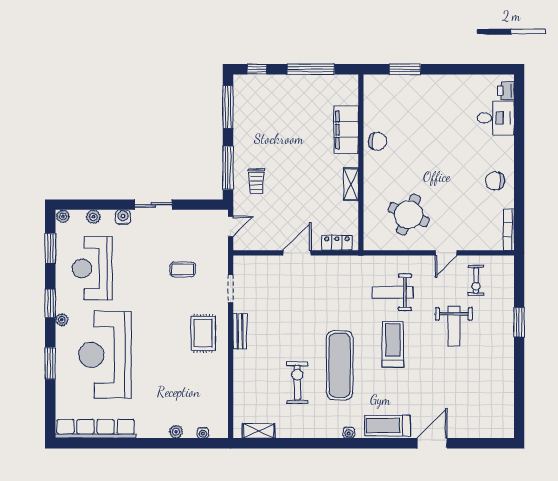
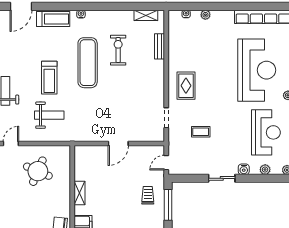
locker: (337, 243) -> (90, 151), removed
bench: (240, 331) -> (159, 46), moved
exercise bike: (297, 383) -> (118, 50), turned 180

